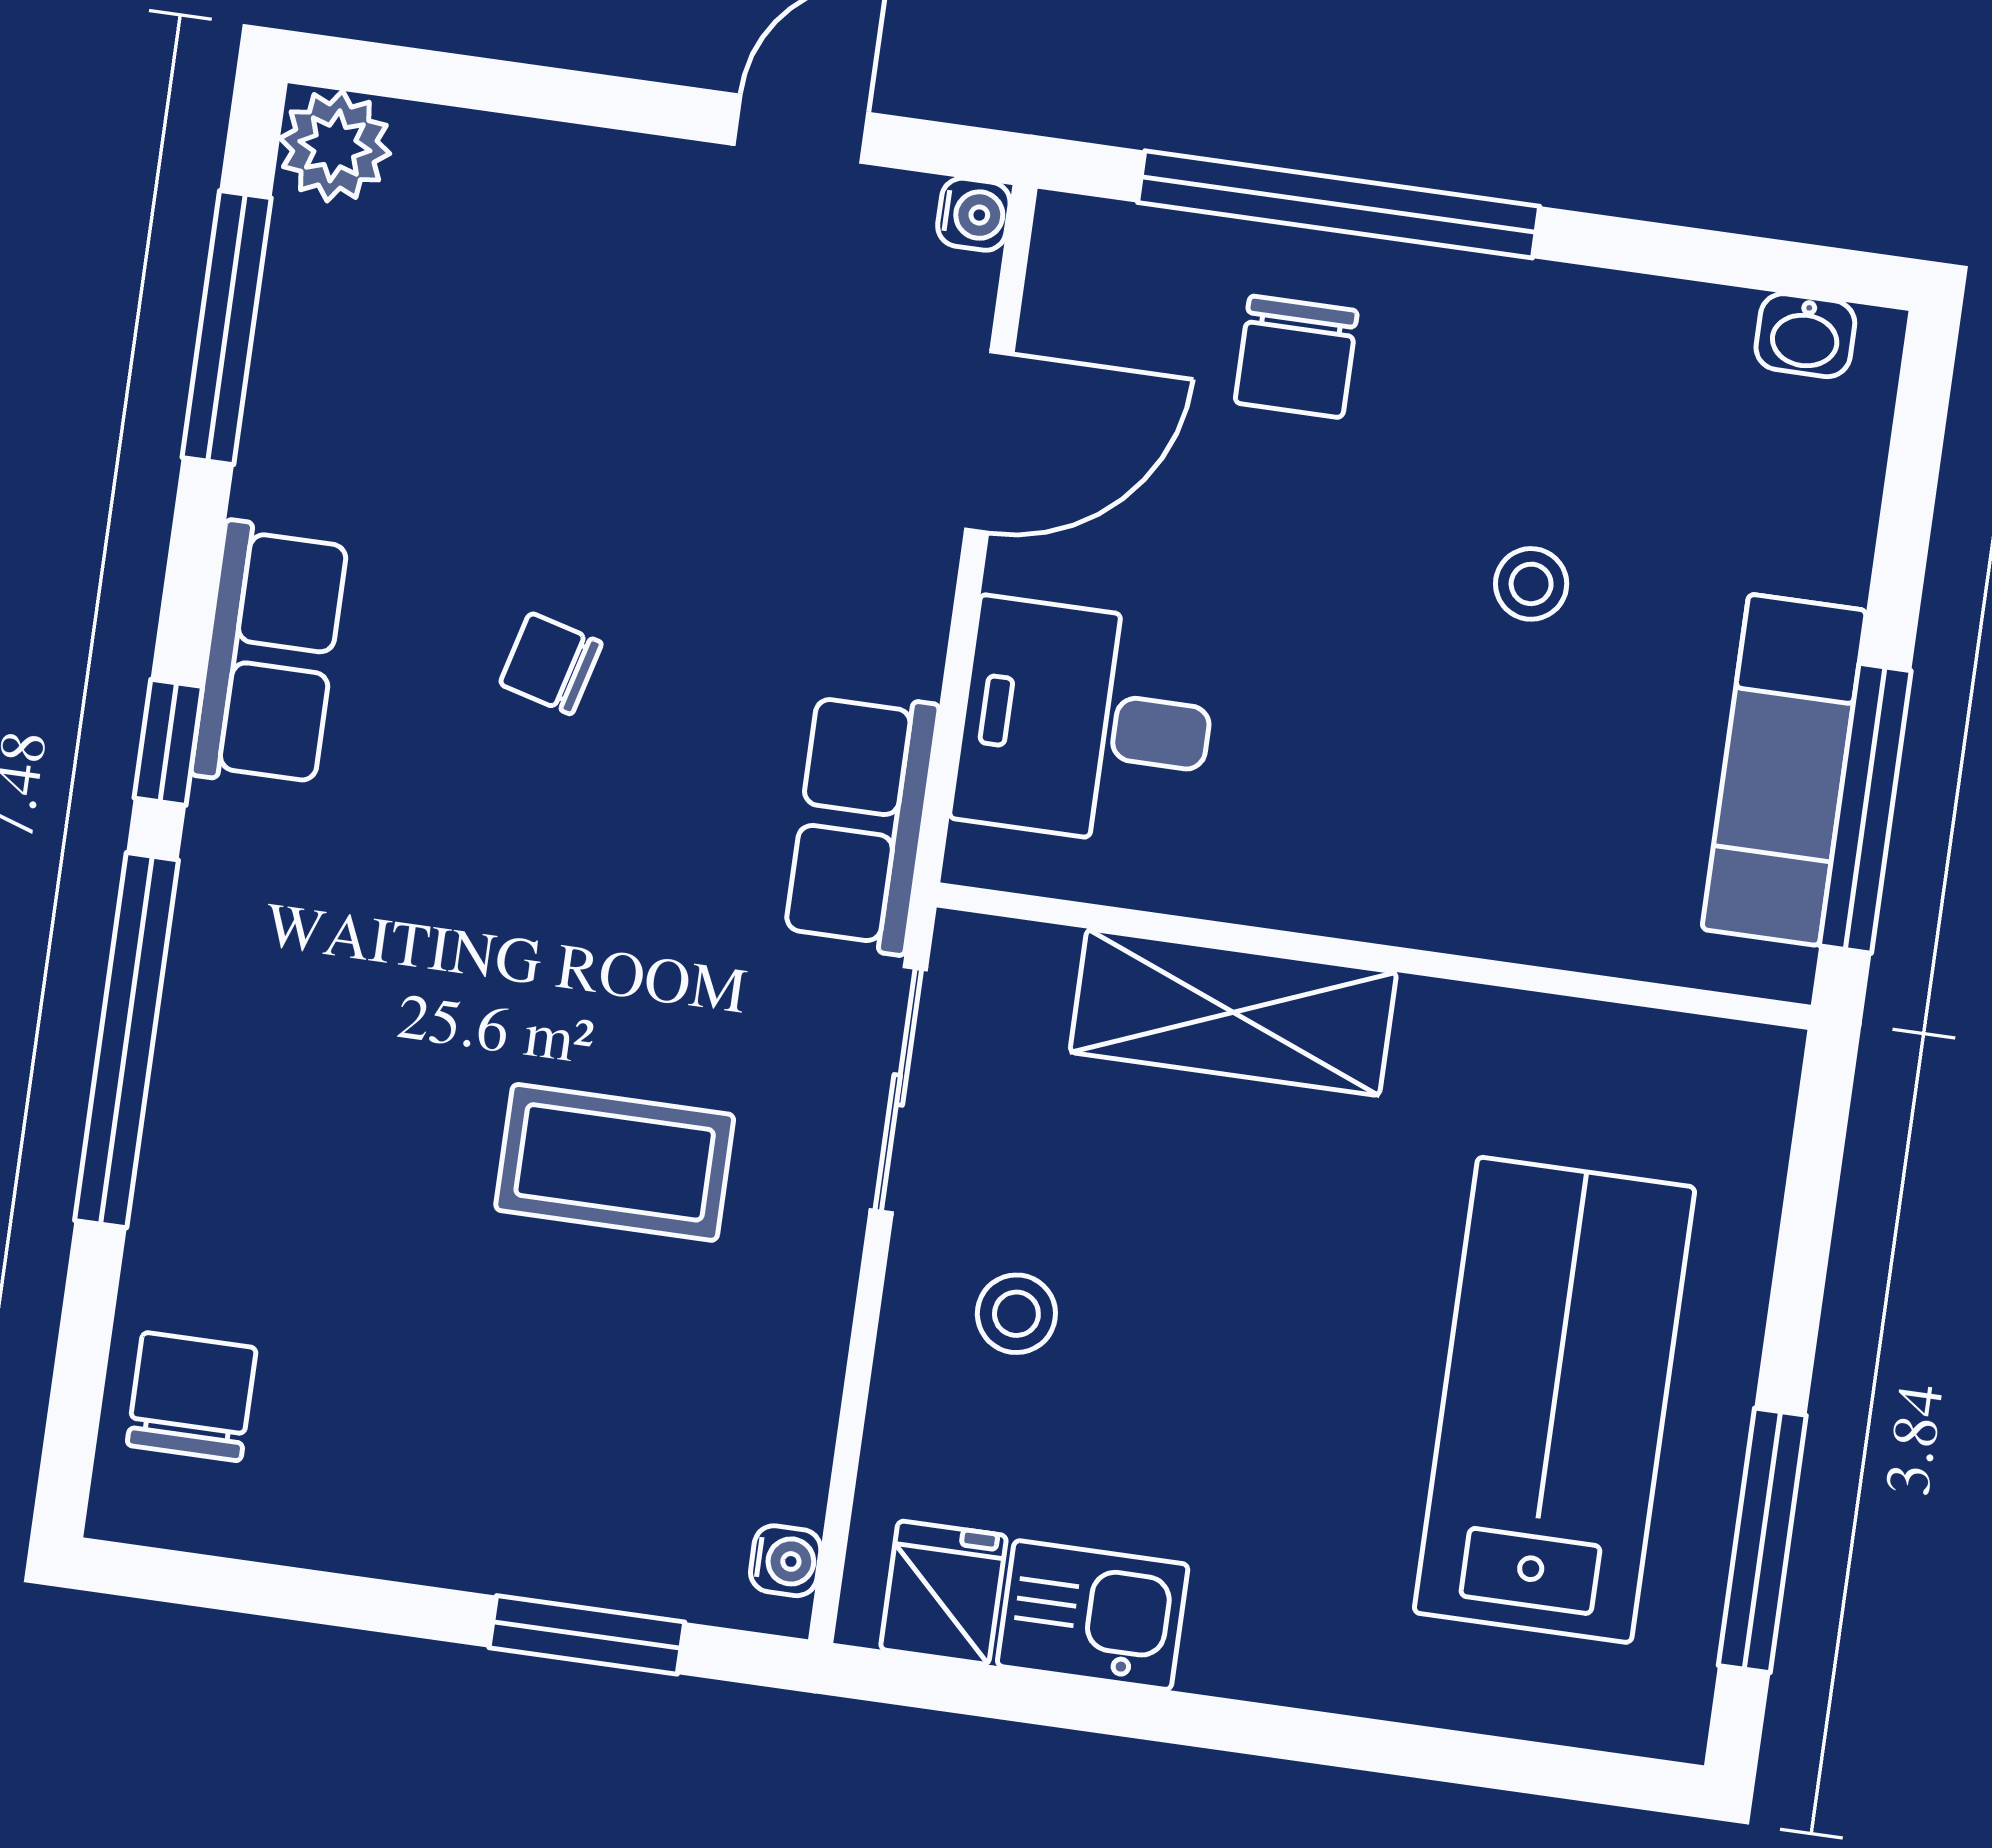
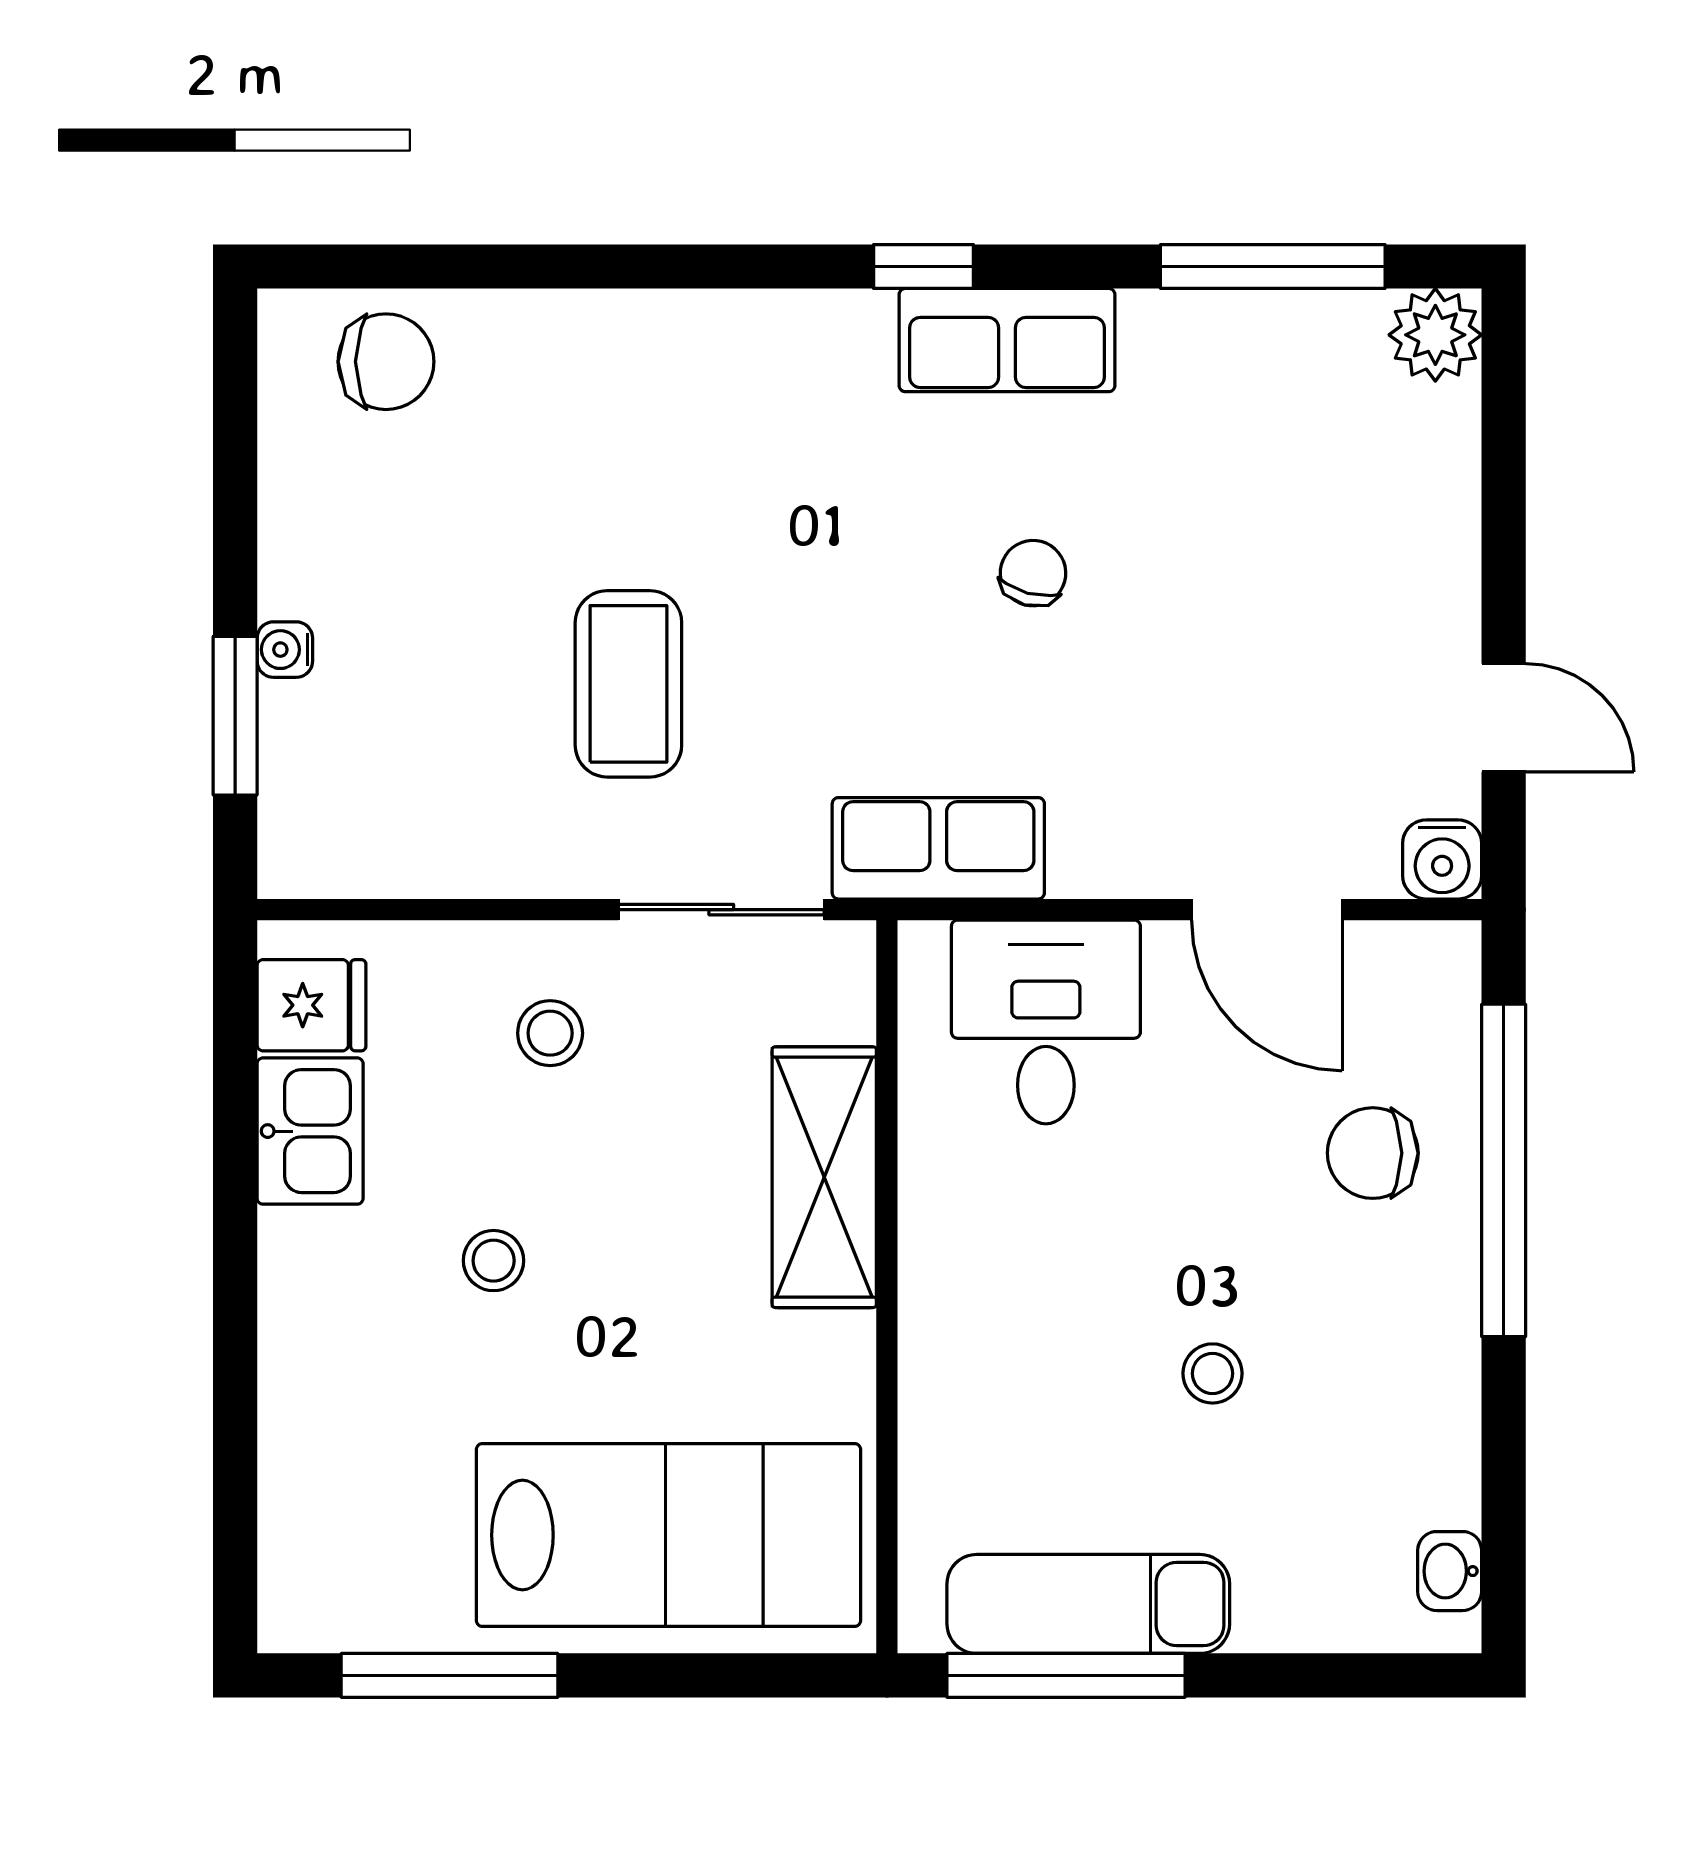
water cooler: (974, 214) -> (1442, 859), width x1.38, depth x1.38
window: (126, 1040) -> (673, 267), removed
lab bench: (1554, 1400) -> (668, 1535), moved
stool: (1277, 1419) -> (494, 1261), added
water cooler: (786, 1561) -> (285, 650), moved, turned 90

